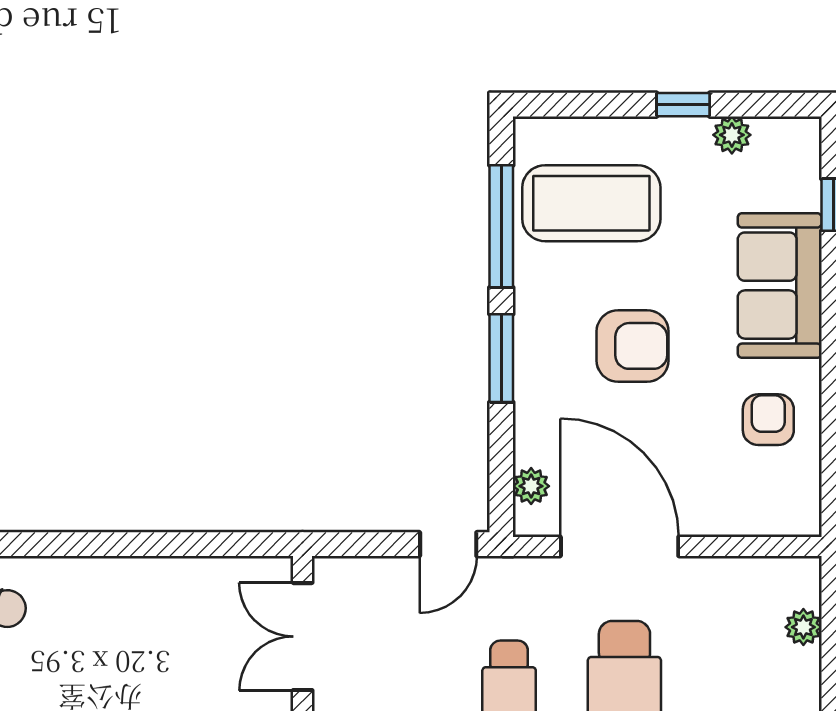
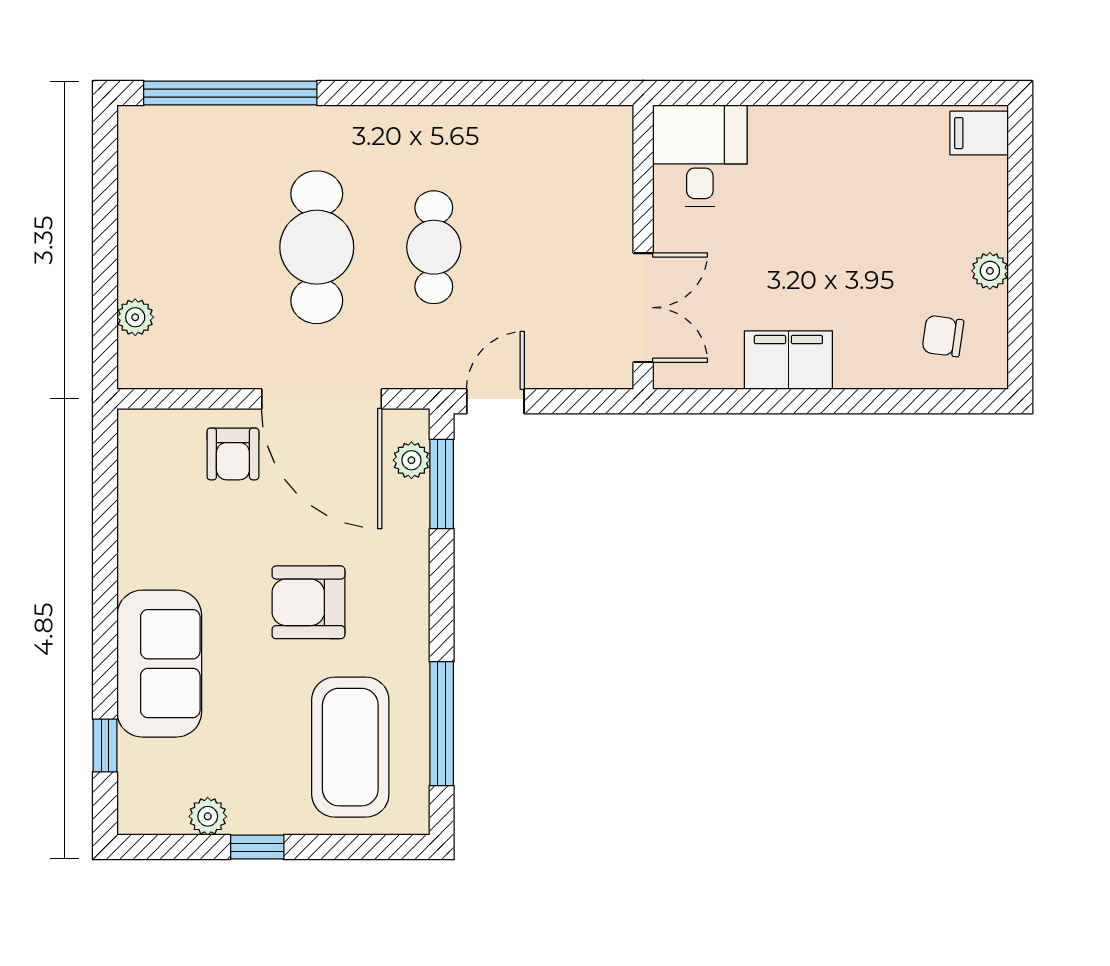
coffee table: (591, 203) -> (350, 747), turned 90
window: (501, 358) -> (442, 484), moved
armchair: (768, 420) -> (233, 454), moved
filing cabinet: (159, 585) -> (788, 360), added

